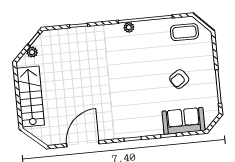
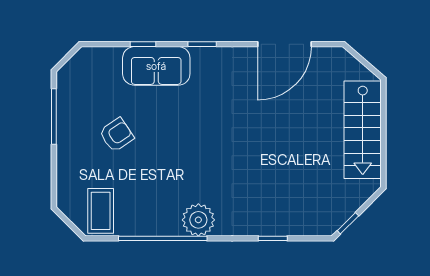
plant: (129, 27) -> (198, 220), width x1.88, depth x1.88
coffee table: (184, 32) -> (101, 211), turned 90
plant: (32, 52) -> (353, 202), removed
sofa: (183, 121) -> (156, 66), moved

